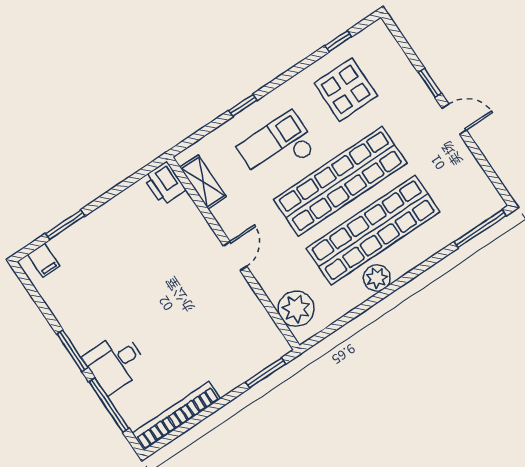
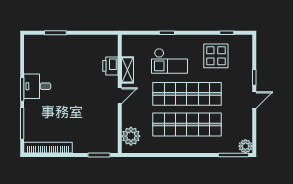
door: (454, 119) -> (254, 100), hinge flipped
checkout: (277, 148) -> (169, 61), turned 180
shelving: (203, 182) -> (128, 70), moved
printer: (164, 183) -> (110, 66), moved
filing cabinet: (44, 260) -> (36, 42), removed
plant: (377, 278) -> (245, 146), moved
desk: (115, 363) -> (37, 86), moved

